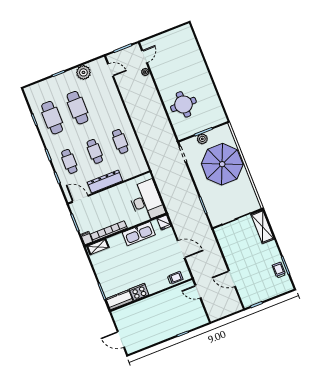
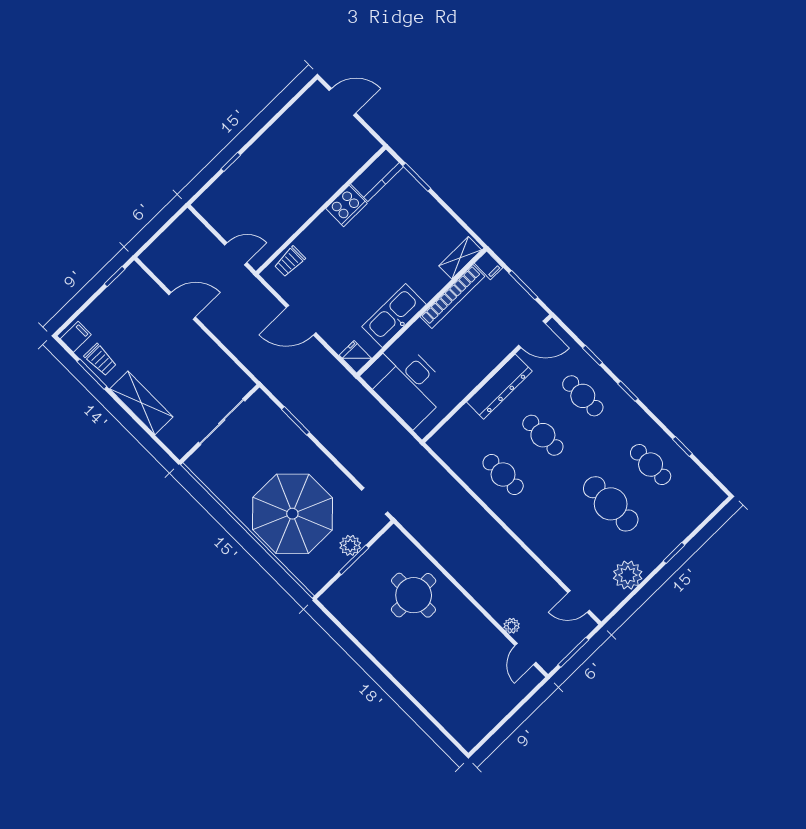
cafe table: (52, 118) -> (651, 465), width x0.73, depth x0.74
shelving: (262, 227) -> (141, 403), moved
filing cabinet: (286, 285) -> (76, 337), added

